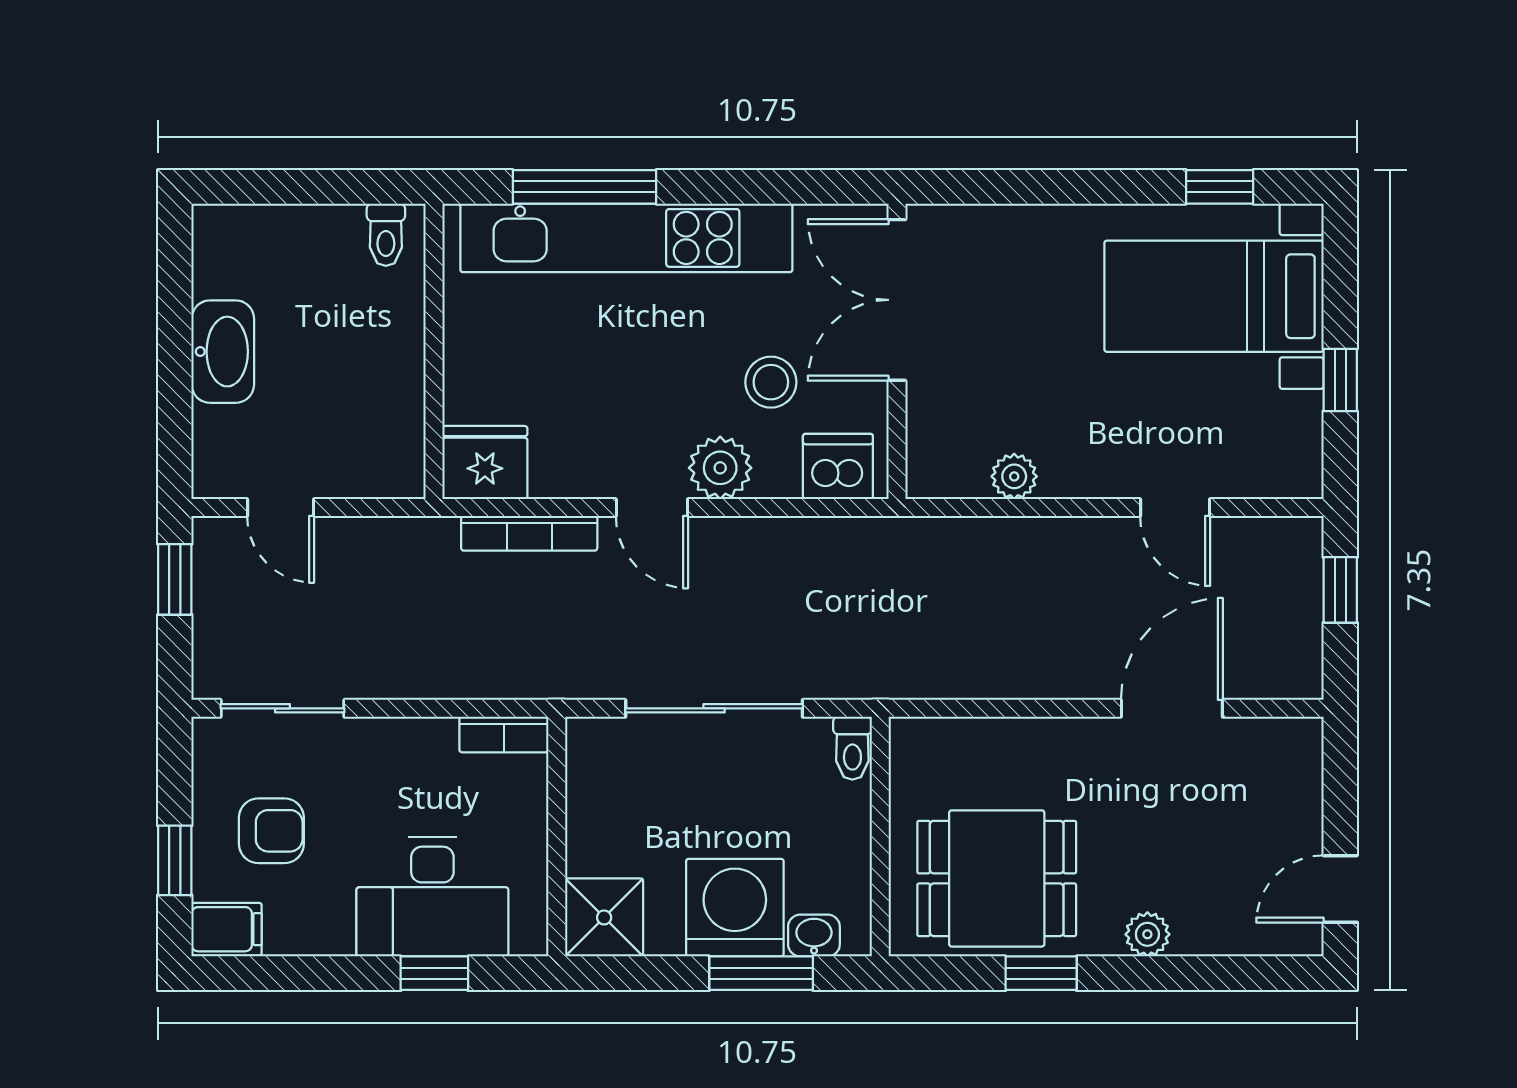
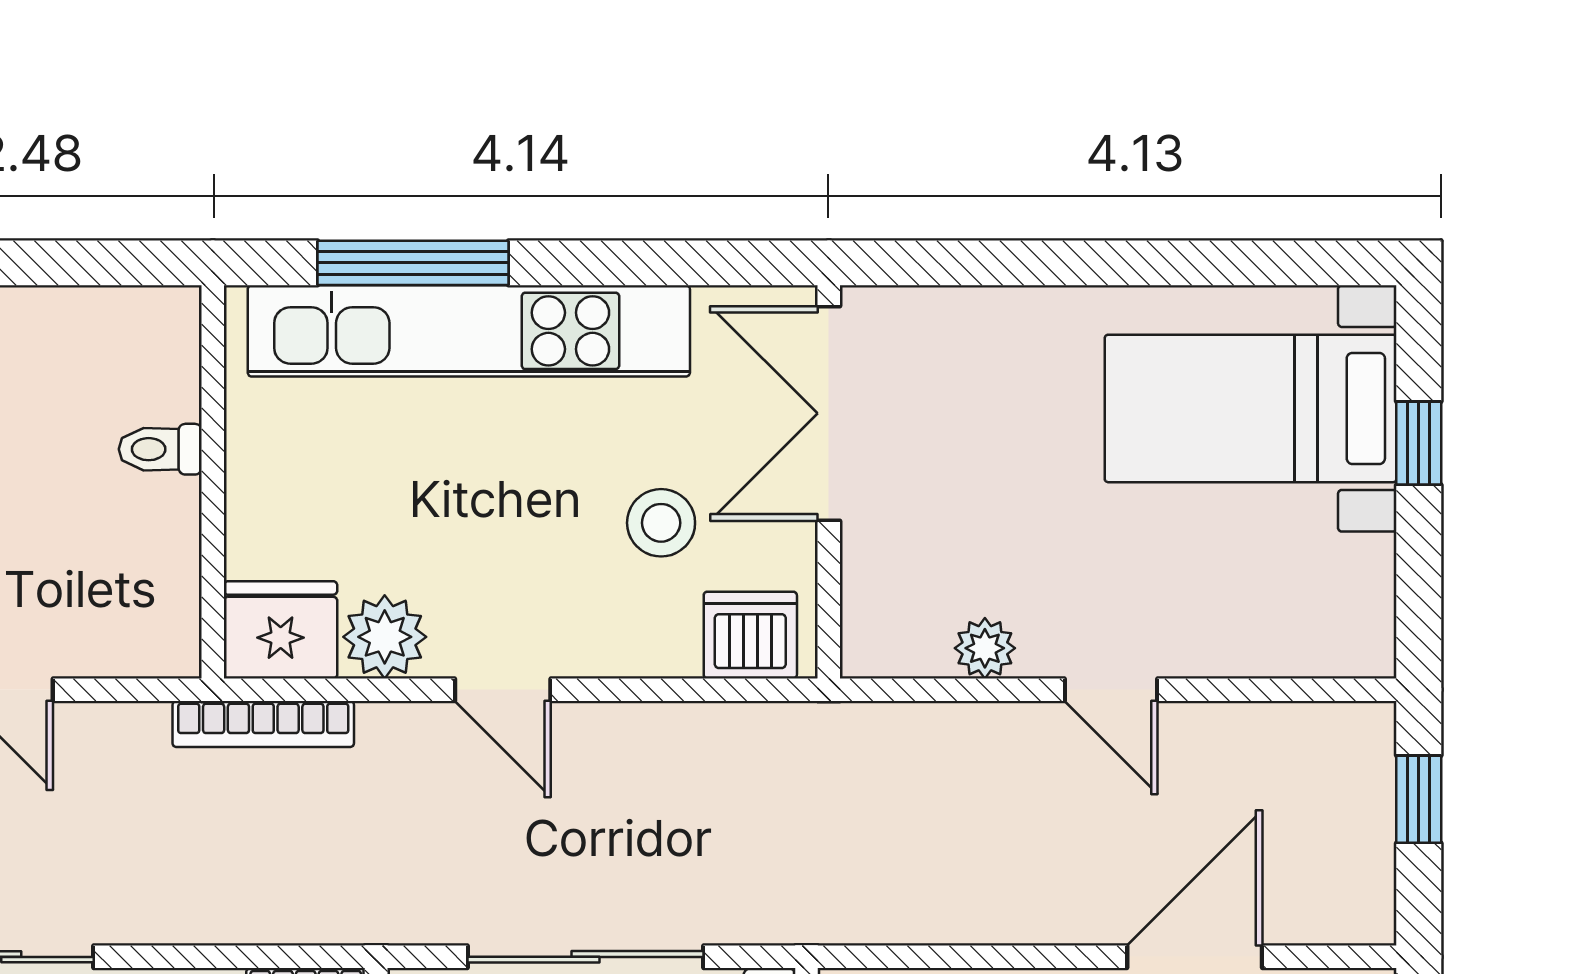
window: (1220, 187) -> (1258, 263), removed
toilet: (386, 235) -> (160, 449), moved, turned 90
window: (1340, 380) -> (1419, 443), moved
plant: (720, 468) -> (385, 637), moved
door: (1175, 508) -> (1111, 690), moved
bookcase: (529, 533) -> (263, 724), moved

